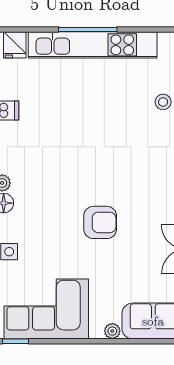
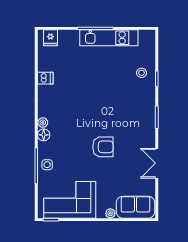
kitchen unit: (93, 45) -> (109, 38), width x0.73

